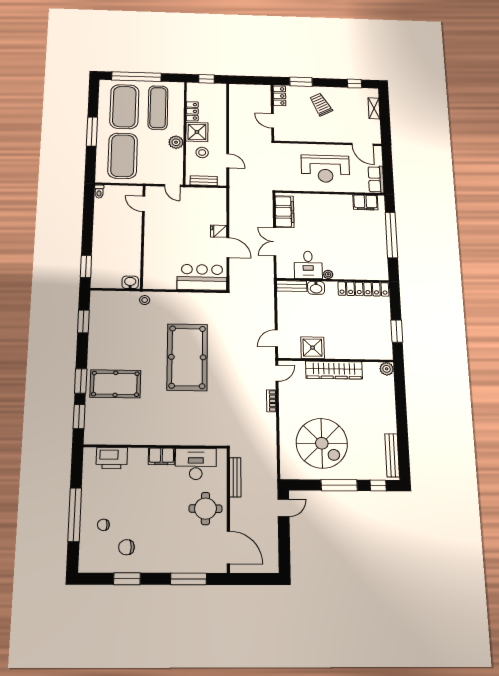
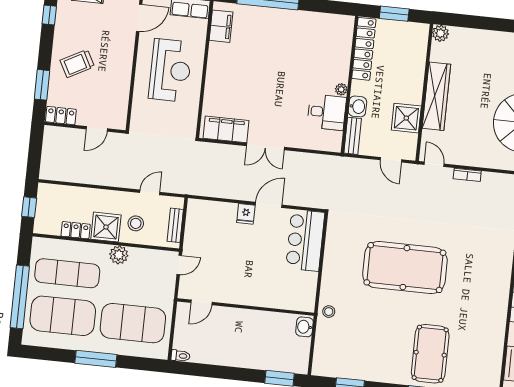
desk: (308, 265) -> (327, 112), moved
plant: (328, 274) -> (341, 89), moved
wall: (333, 280) -> (349, 85), moved
bench: (292, 286) -> (353, 136), moved
washbasin: (316, 288) -> (357, 106), moved
locker: (363, 289) -> (364, 49), moved

